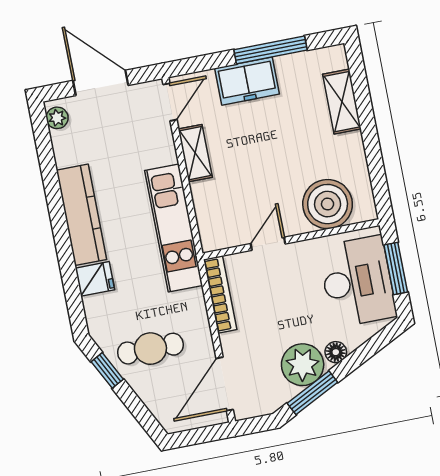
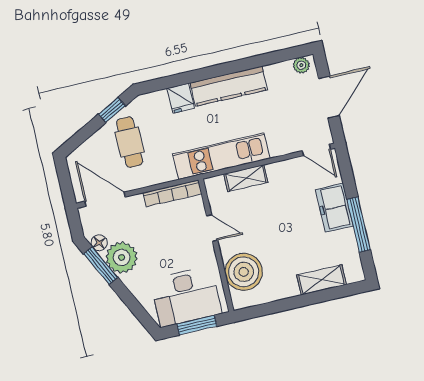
shelving: (195, 153) -> (246, 178), moved
floor lamp: (336, 352) -> (99, 243), moved

